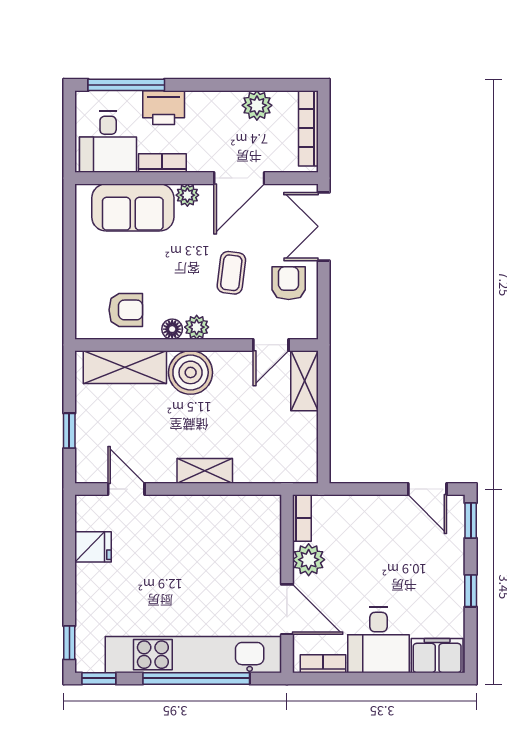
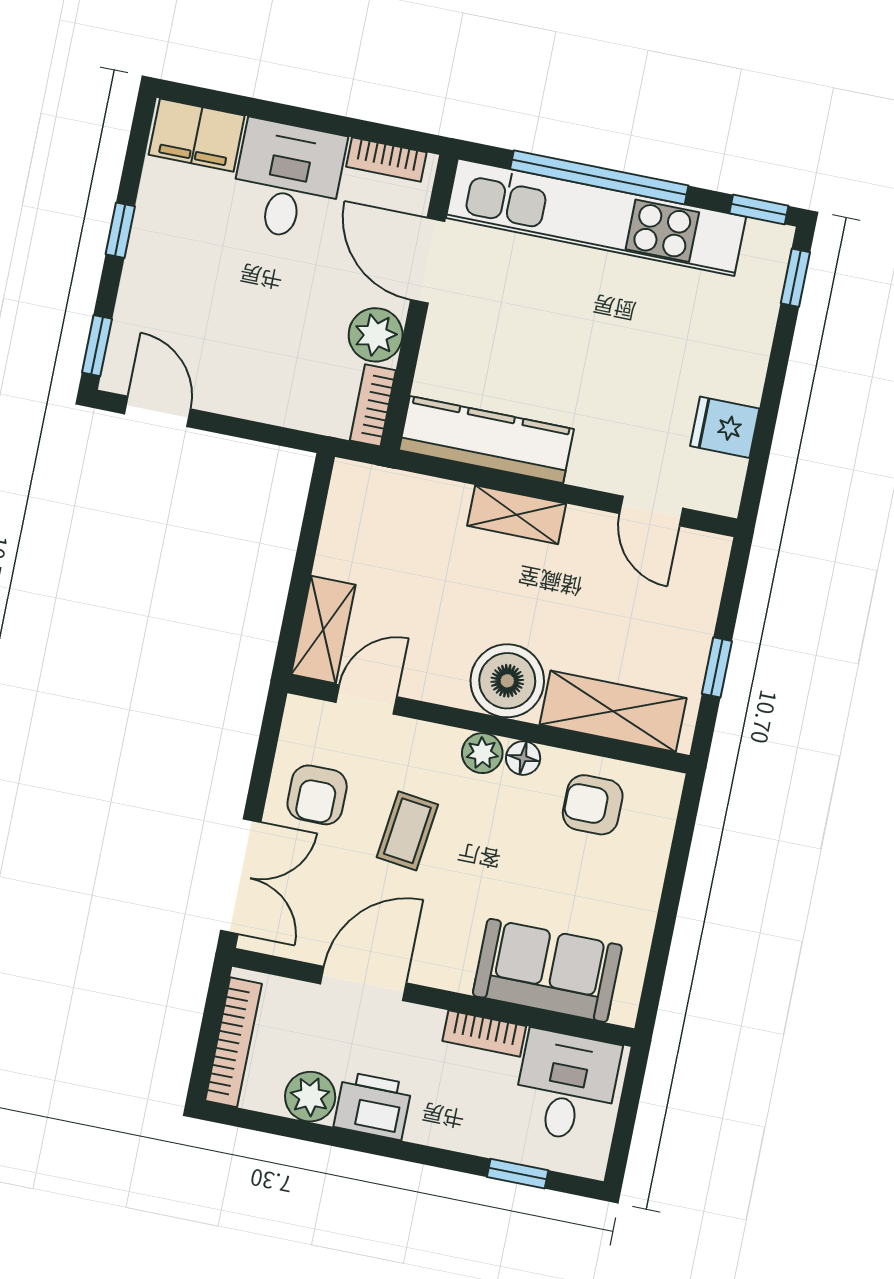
window: (126, 85) -> (518, 1174), width x0.46
printer: (164, 108) -> (373, 1106), moved
plant: (187, 195) -> (454, 973), removed
window: (69, 431) -> (717, 667), moved
kitchen counter: (231, 511) -> (486, 440), added

